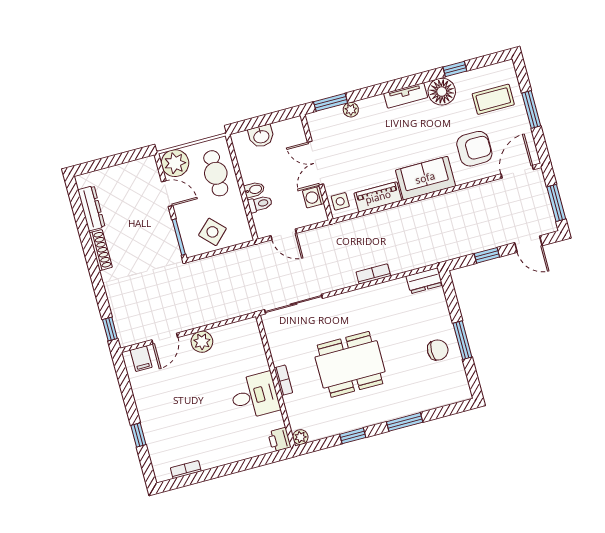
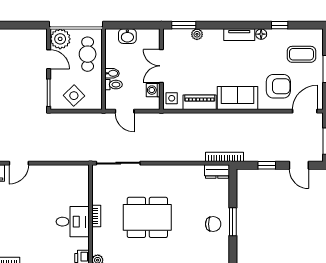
floor lamp: (442, 92) -> (261, 34), width x0.53, depth x0.53
bookcase: (373, 274) -> (224, 157), moved, width x1.56
plant: (202, 342) -> (45, 173), removed

